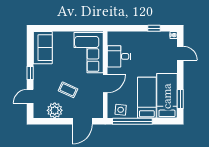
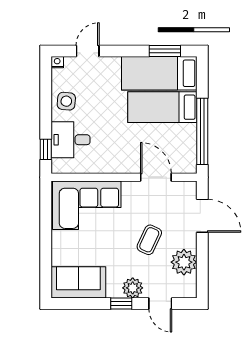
window: (154, 28) -> (46, 149), moved
desk: (119, 56) -> (71, 140), moved, turned 90
plant: (39, 80) -> (133, 288), added
door: (105, 84) -> (156, 177), moved
side table: (121, 110) -> (66, 101), moved

